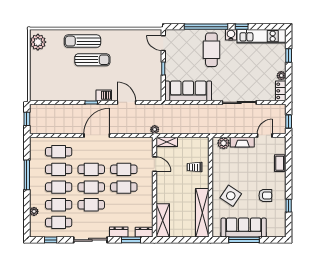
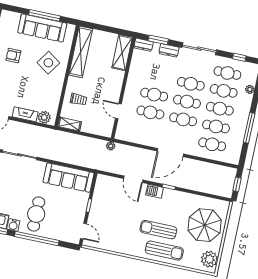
parasol: (49, 73) -> (205, 225), added
shelving: (167, 142) -> (70, 124), moved

